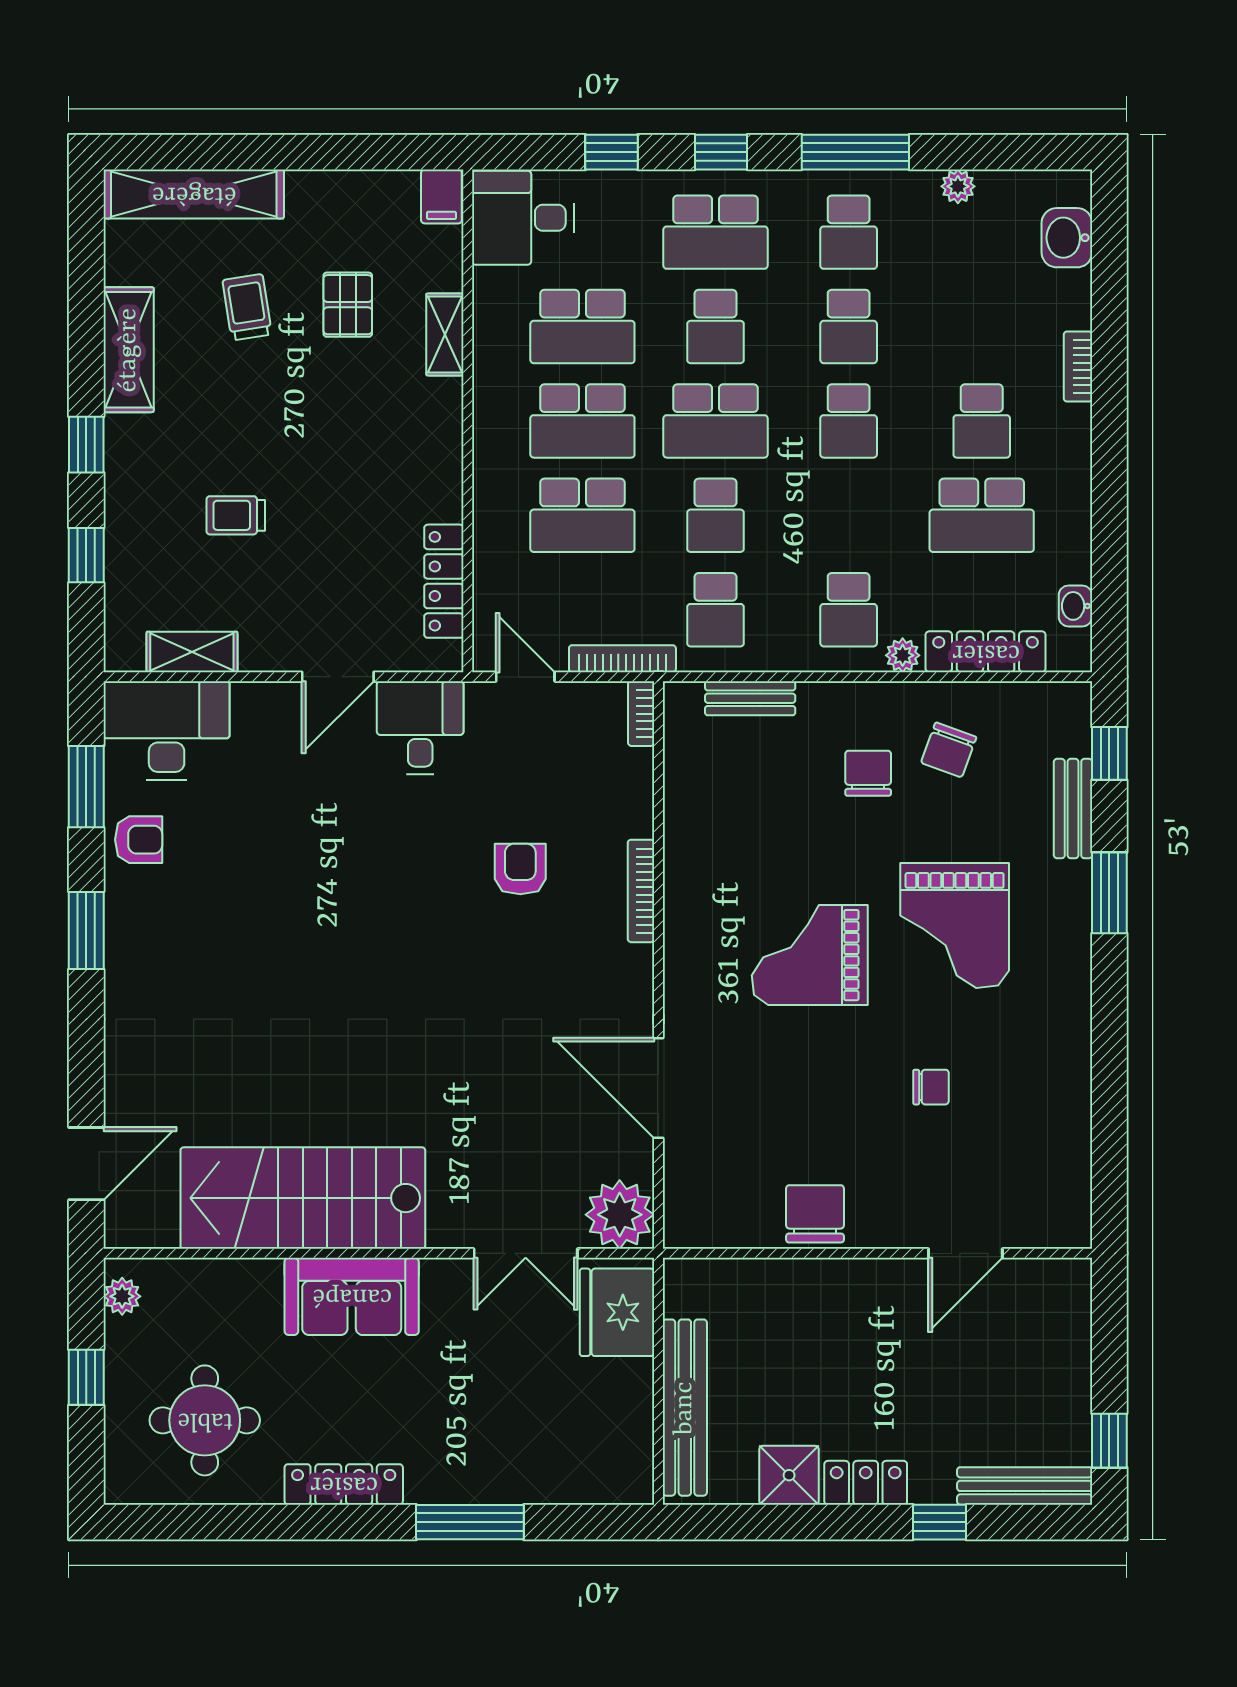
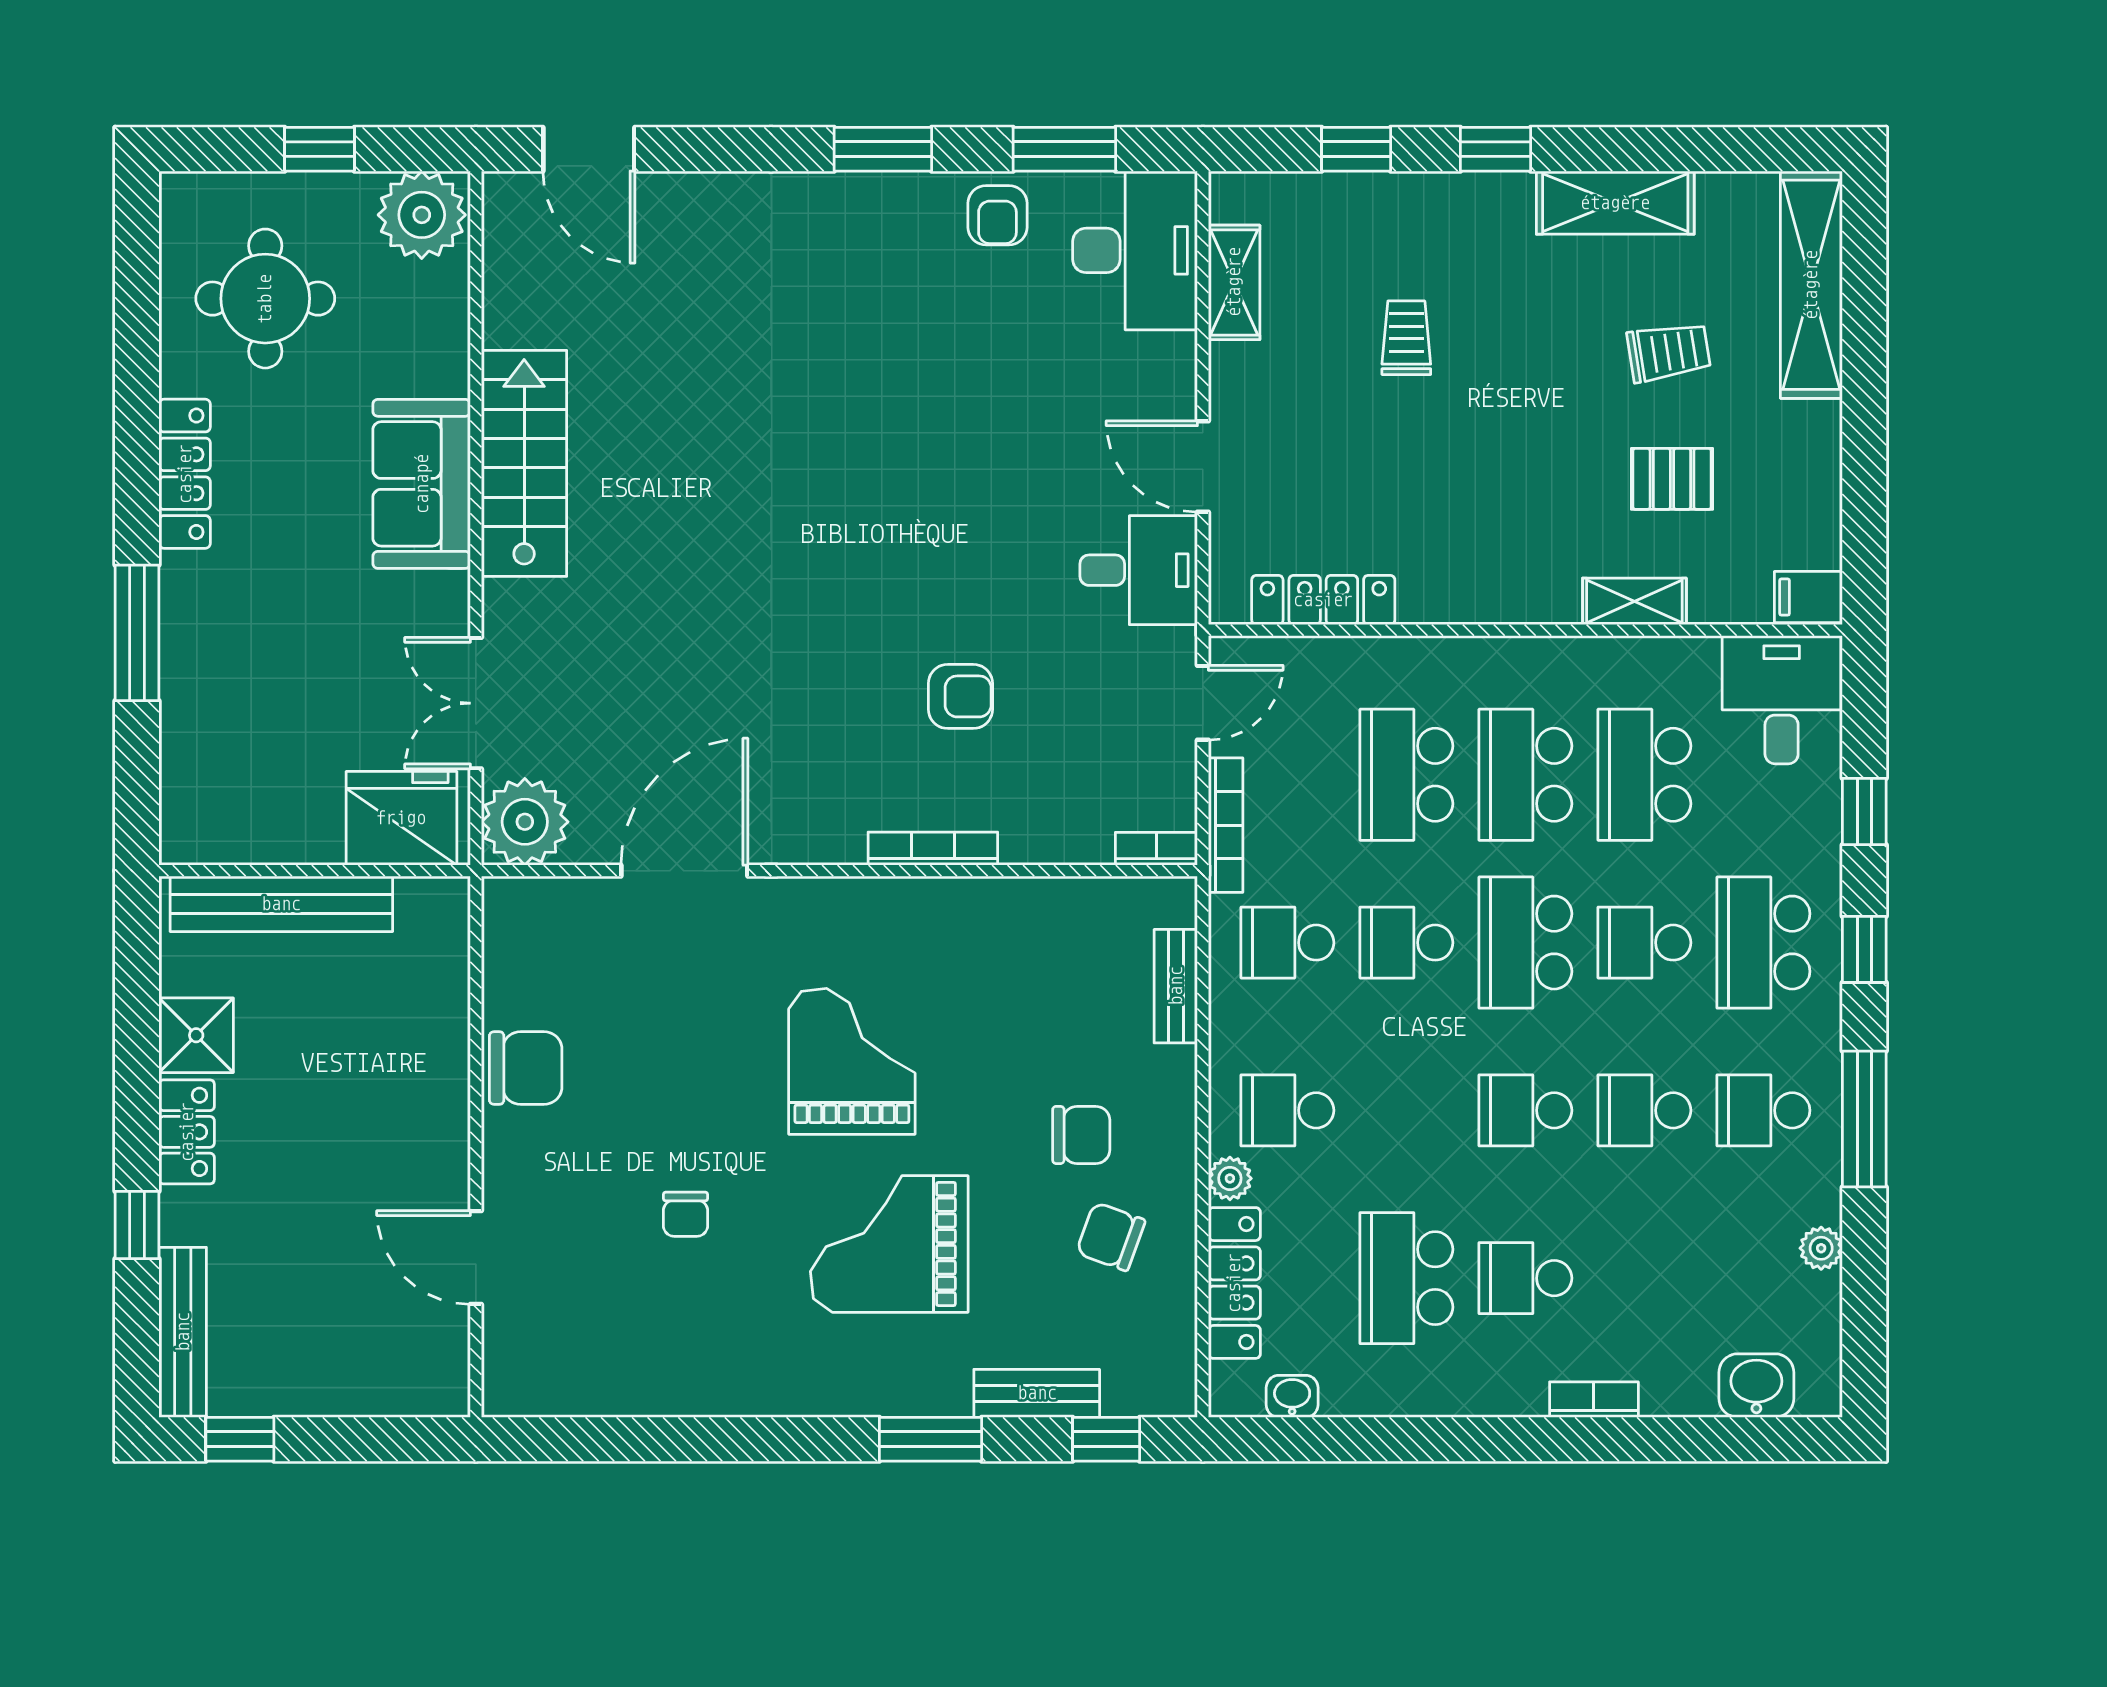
stairs: (303, 1198) -> (524, 463), width x0.73, depth x0.66
plant: (122, 1296) -> (422, 215), width x1.88, depth x1.88

